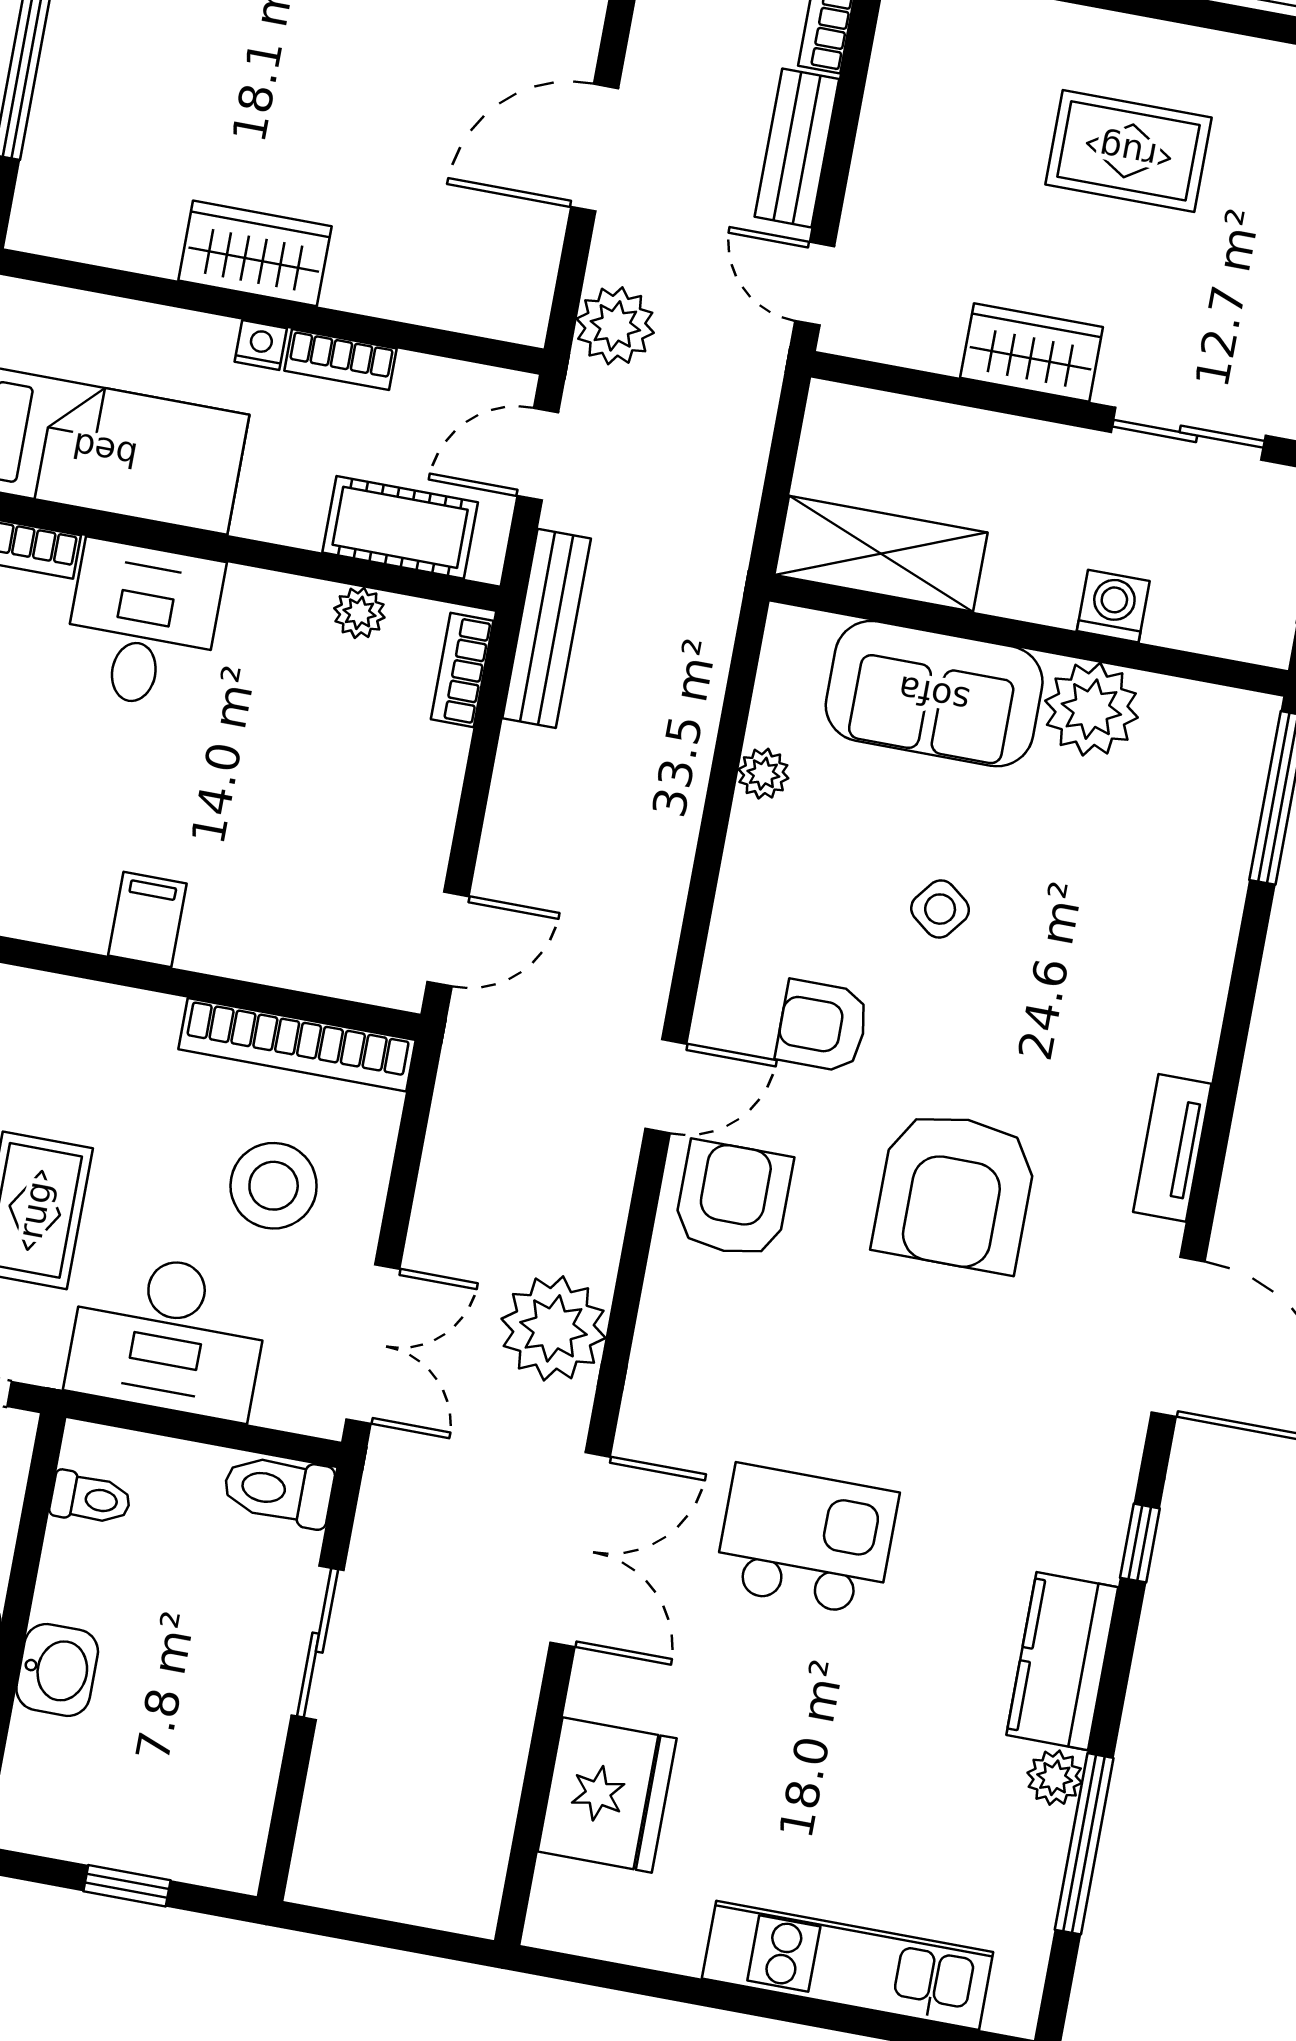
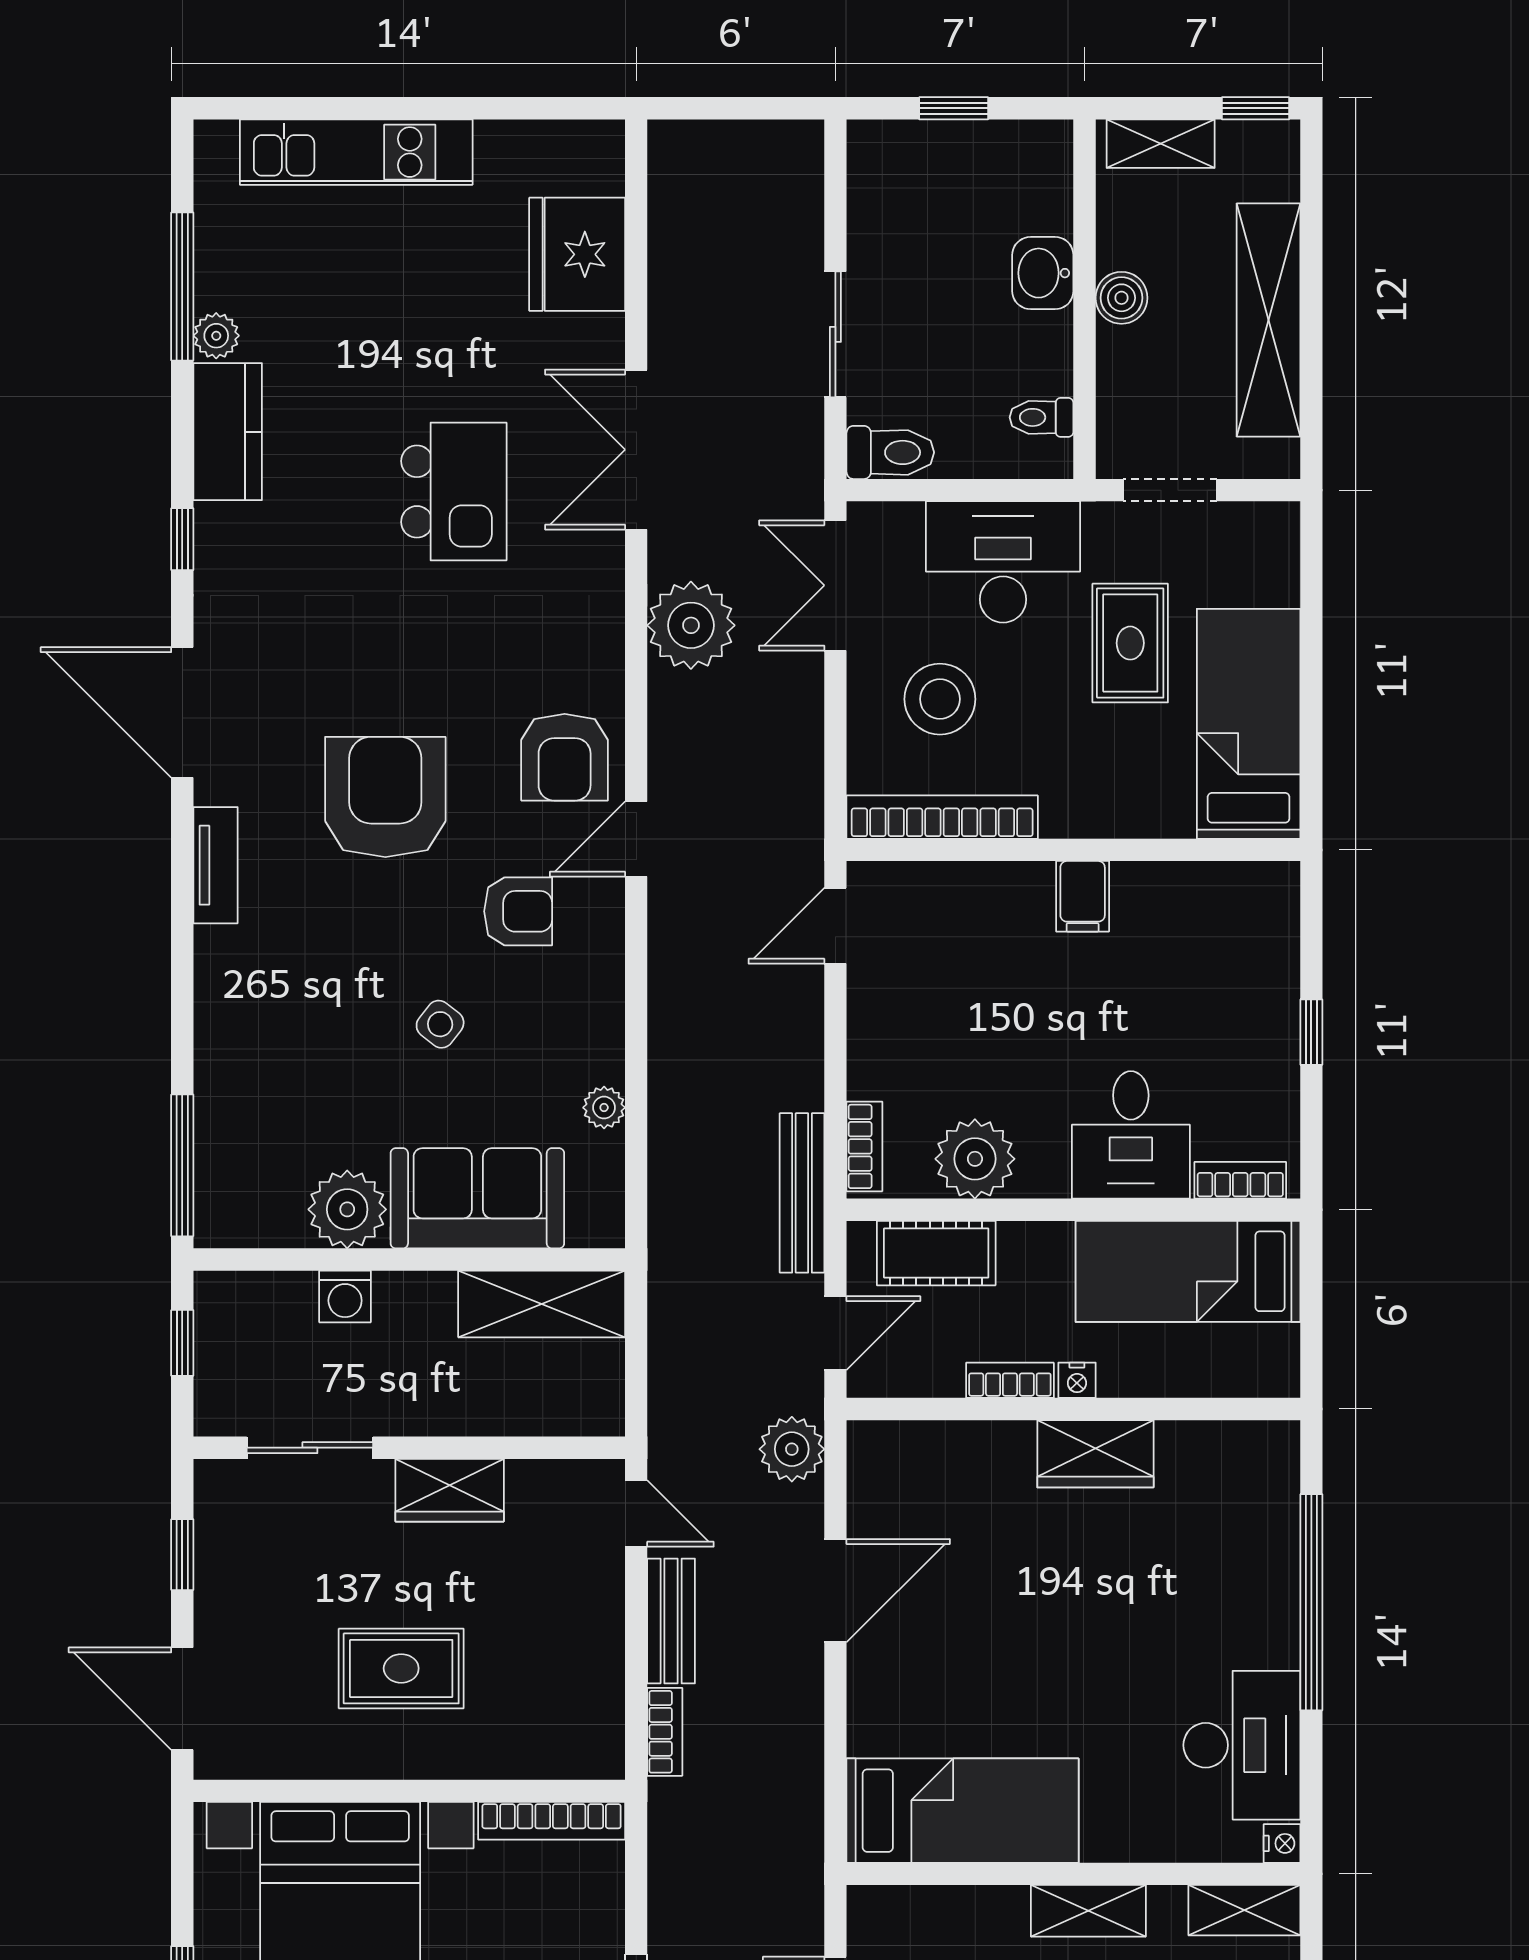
plant: (359, 613) -> (975, 1159), width x1.87, depth x1.87
kitchen island: (806, 1540) -> (454, 492), turned -90

